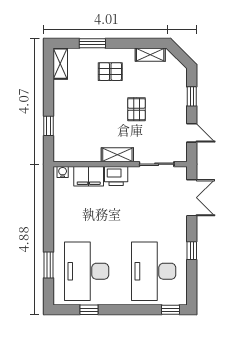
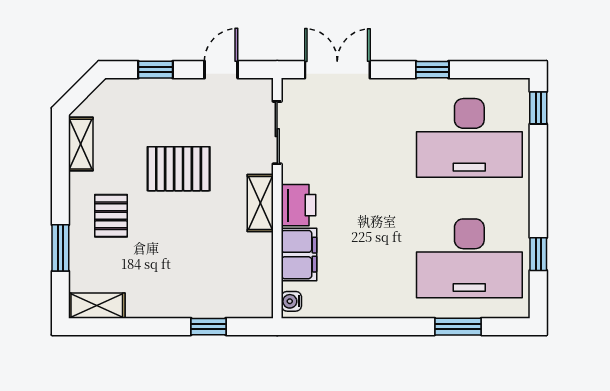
pallet: (136, 109) -> (179, 169), width x1.50, depth x1.42

